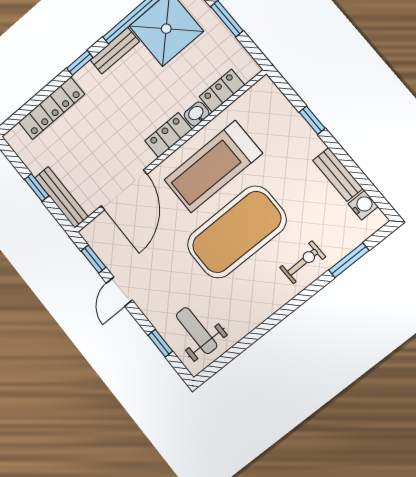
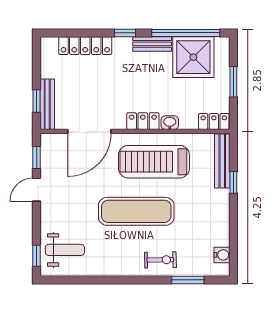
locker: (222, 91) -> (214, 122), moved
bench: (338, 174) -> (222, 161), moved, width x1.36
window: (37, 188) -> (37, 101), moved
exercise mat: (237, 232) -> (136, 211), width x0.68
weight bench: (197, 331) -> (65, 250), turned 90
window: (160, 343) -> (37, 256), moved

